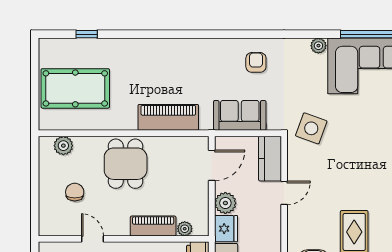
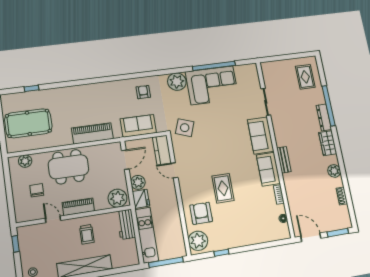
plant: (318, 46) -> (177, 82), width x1.87, depth x1.87
dining table: (126, 164) -> (68, 167), width x1.38
door: (284, 193) -> (174, 170), swing flipped
piano: (153, 226) -> (78, 207), moved
plant: (185, 229) -> (117, 198), width x1.87, depth x1.87

